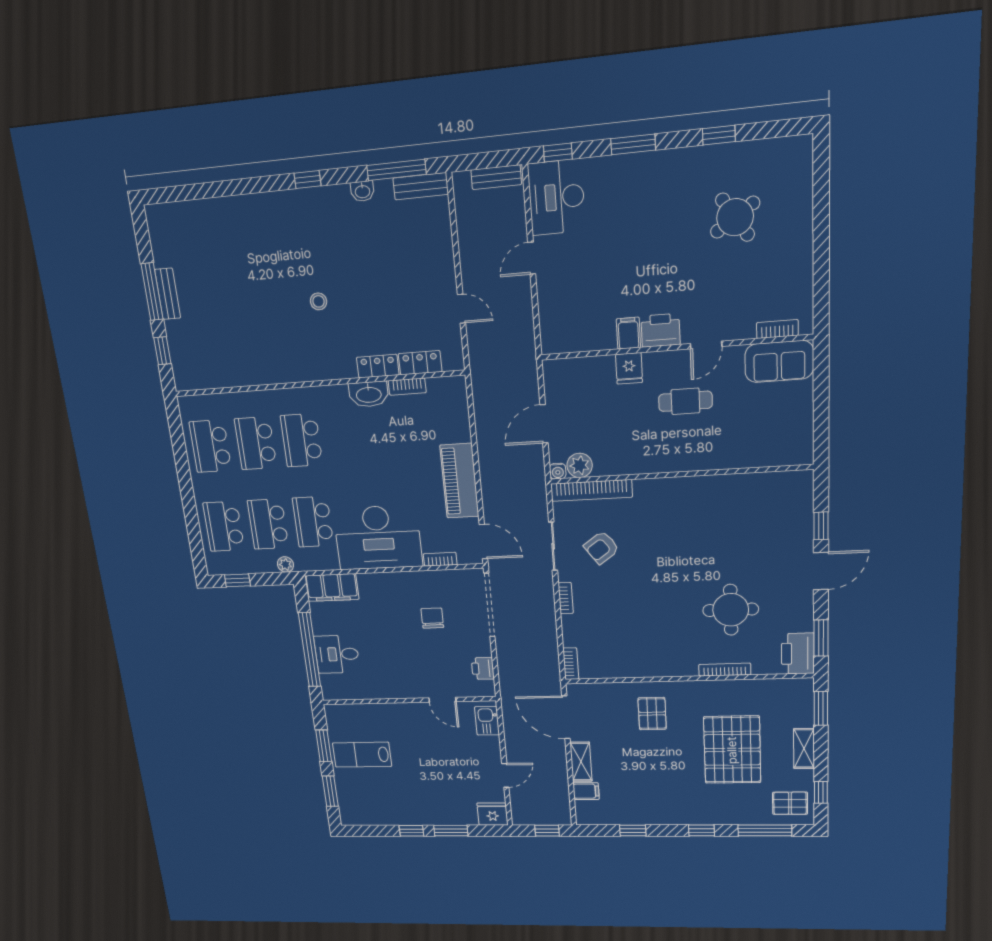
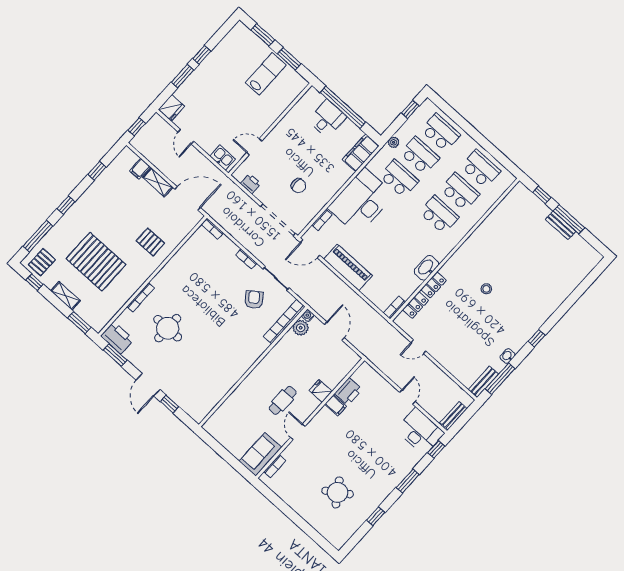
printer: (661, 330) -> (348, 391), moved
bookcase: (407, 387) -> (394, 308), moved

